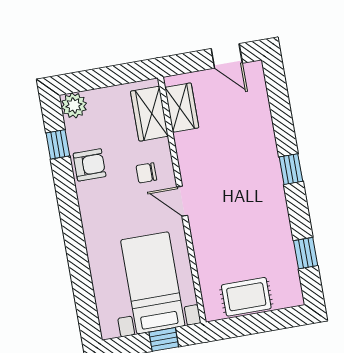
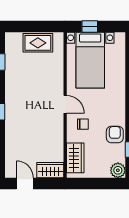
wardrobe: (182, 108) -> (50, 170), moved, turned 90
armchair: (90, 165) -> (115, 134), turned 90

